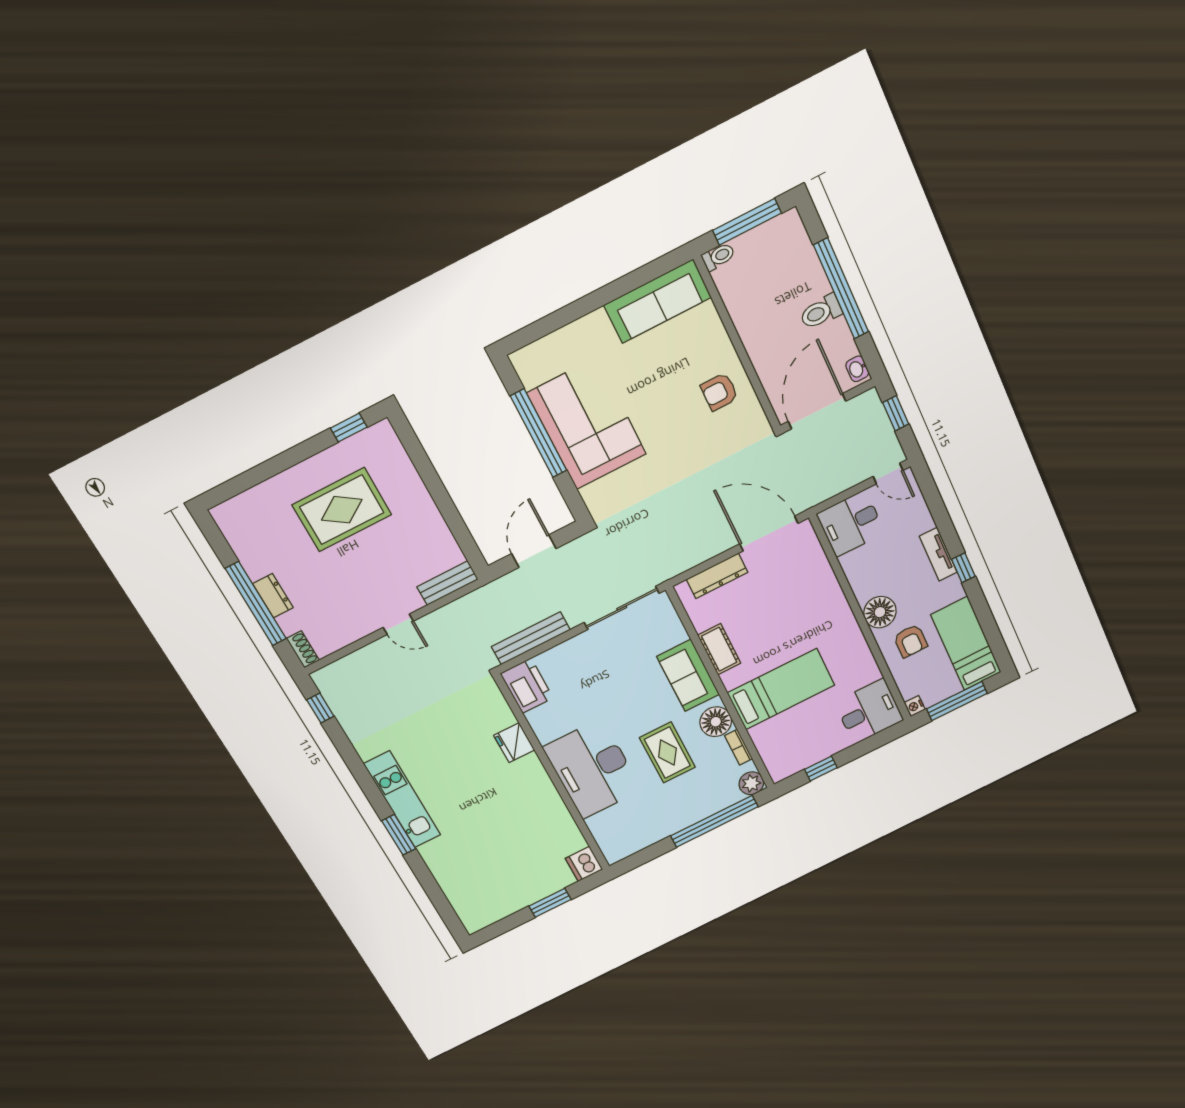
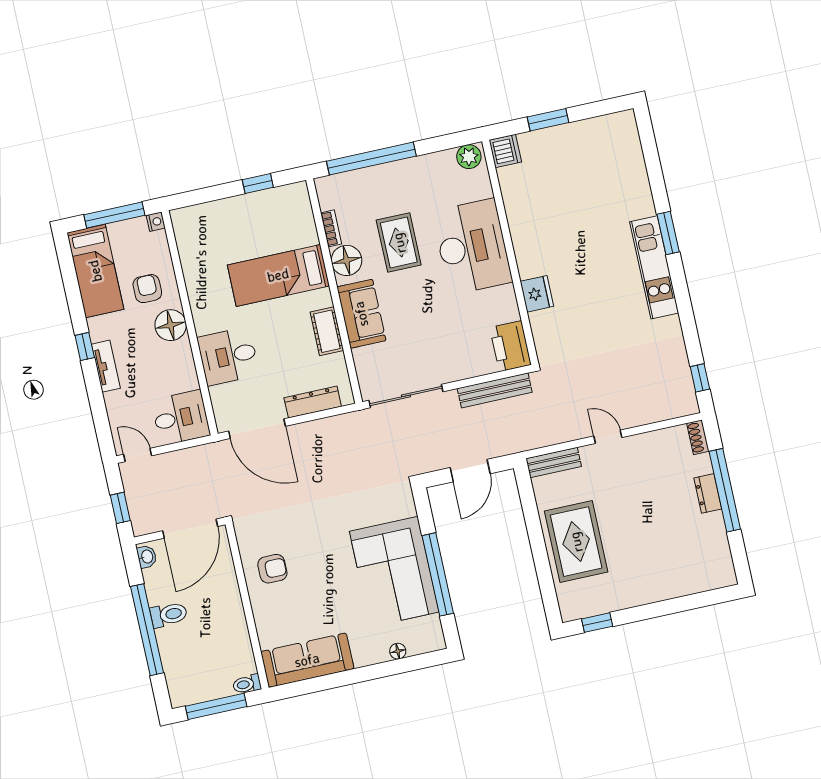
floor lamp: (560, 338) -> (398, 651), added
rug: (342, 510) -> (576, 542), moved, turned 90
desk: (869, 711) -> (228, 356), moved
plant: (751, 783) -> (469, 157), moved

